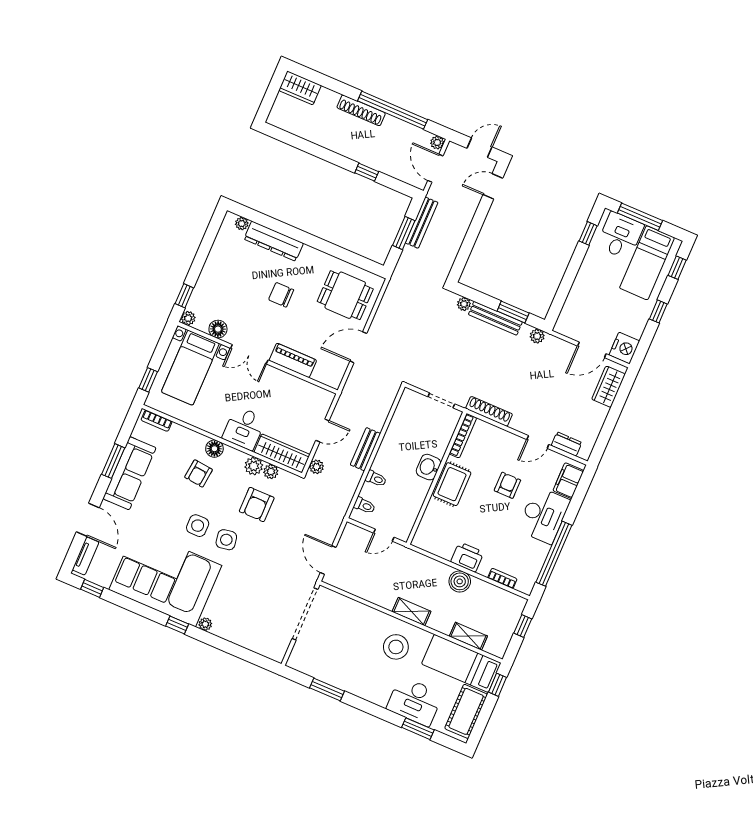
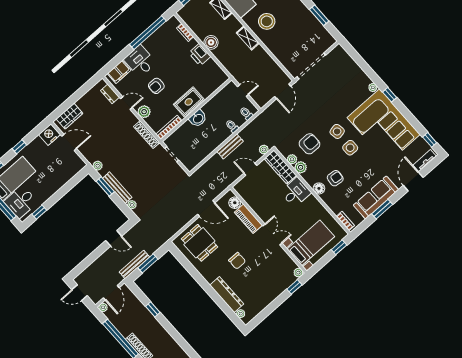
door: (493, 186) -> (114, 238), moved
floor lamp: (218, 329) -> (235, 203), moved
plant: (508, 441) -> (144, 112), added
desk: (544, 515) -> (140, 61), width x0.73

